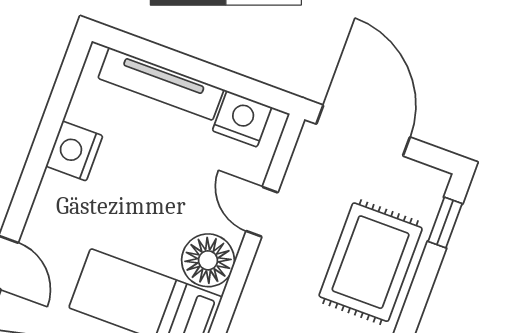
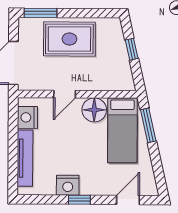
window: (36, 164) -> (79, 200), added
window: (445, 223) -> (41, 13), width x1.50

